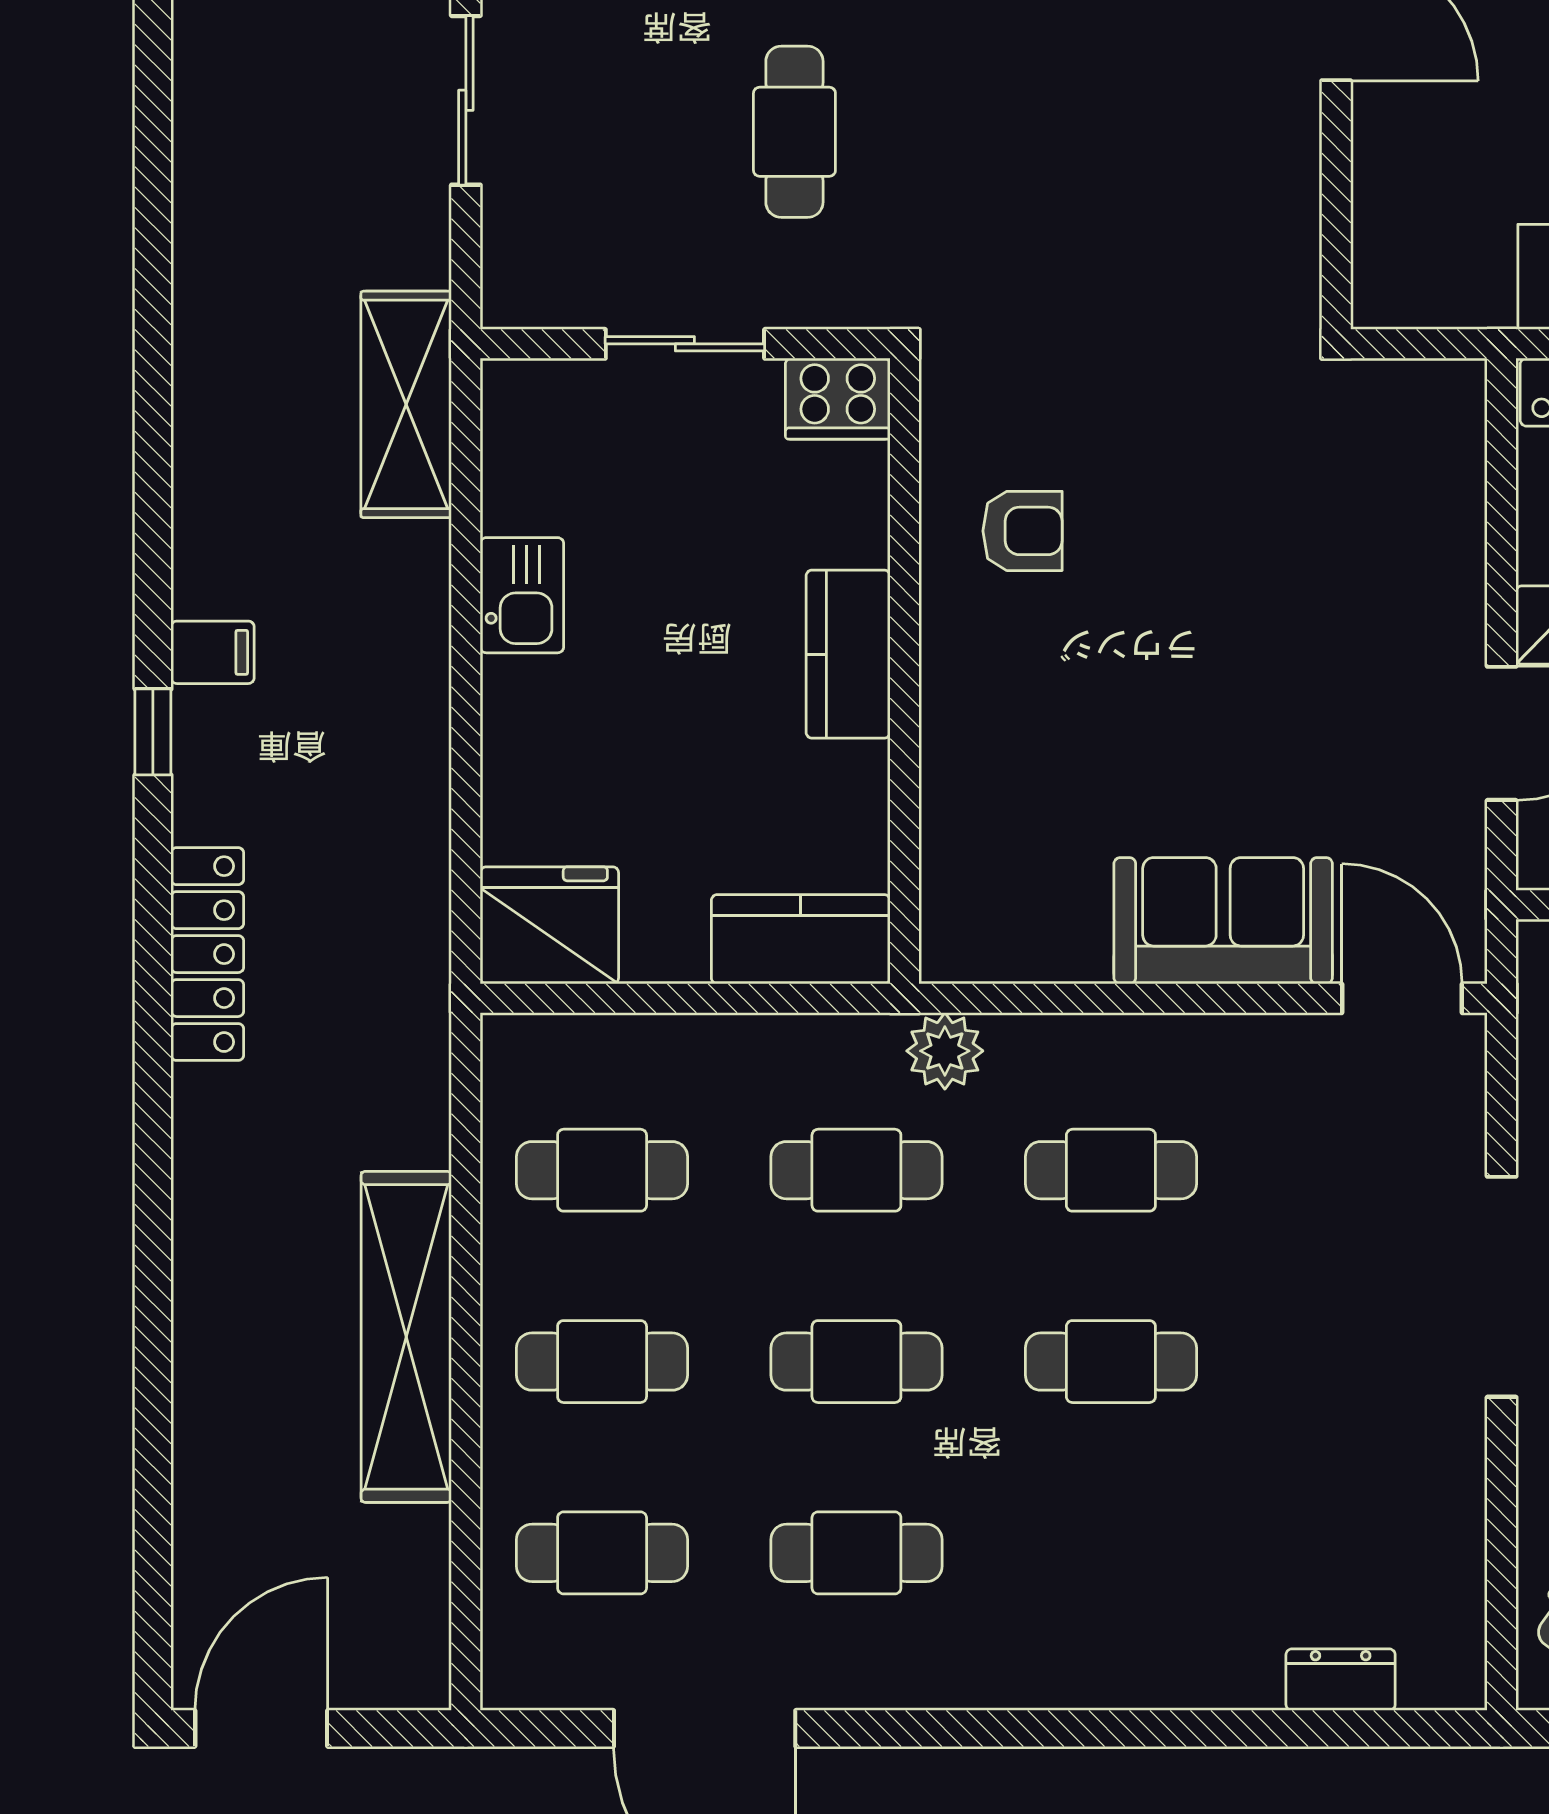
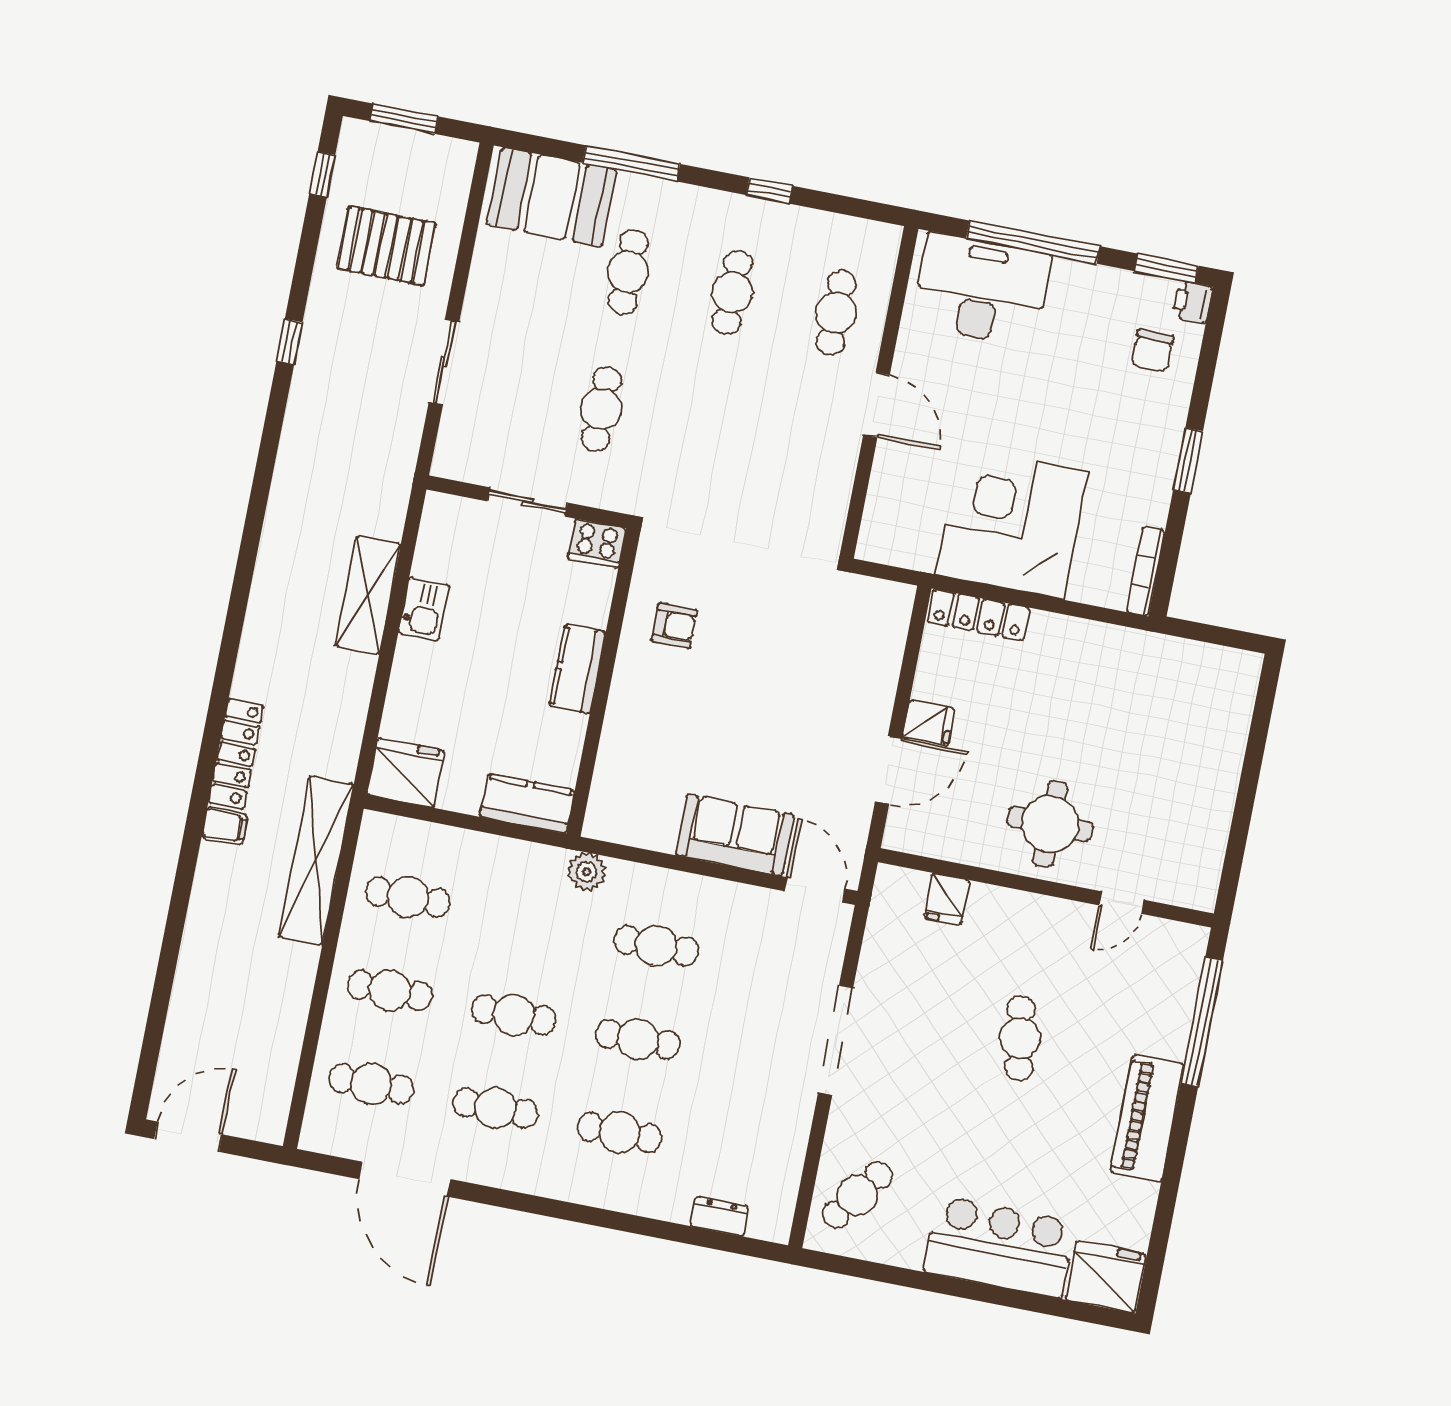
shelving: (406, 404) -> (368, 595), moved
filing cabinet: (213, 652) -> (225, 826), moved
window: (153, 732) -> (289, 342), moved
cafe table: (856, 1170) -> (620, 1132), moved
shelving: (406, 1337) -> (316, 861), moved

